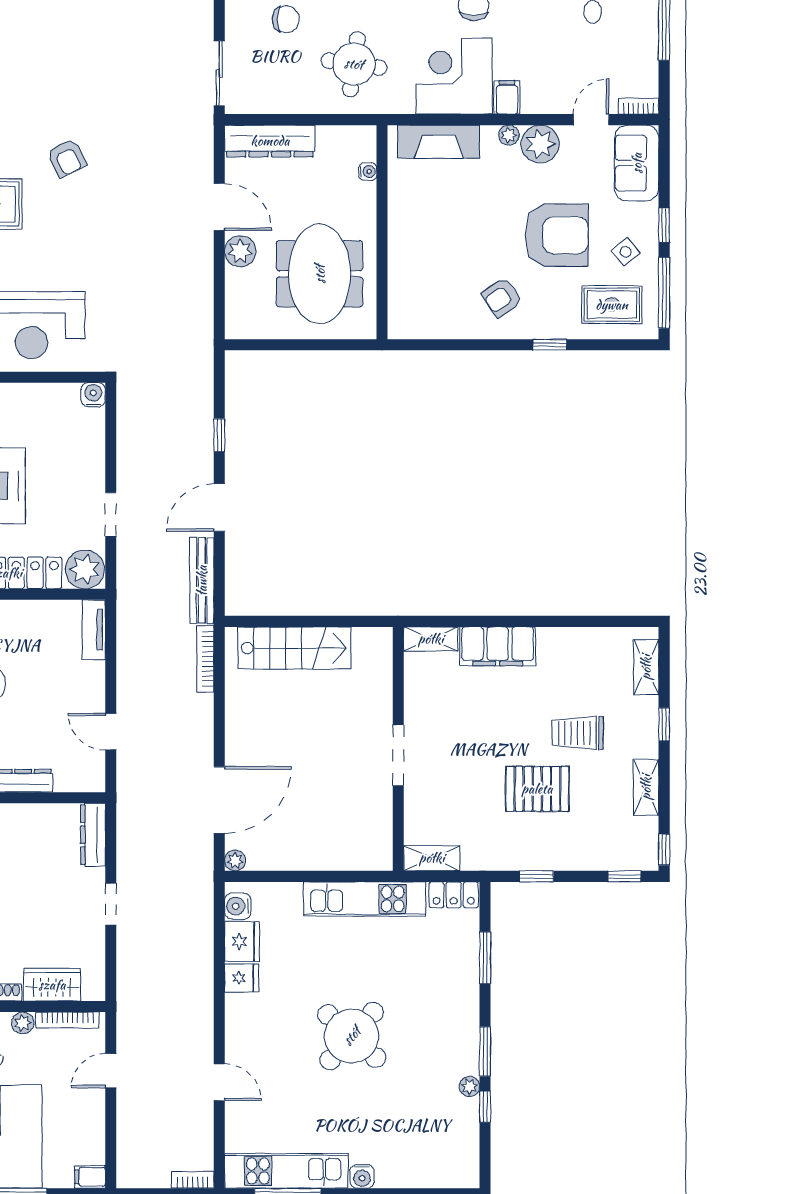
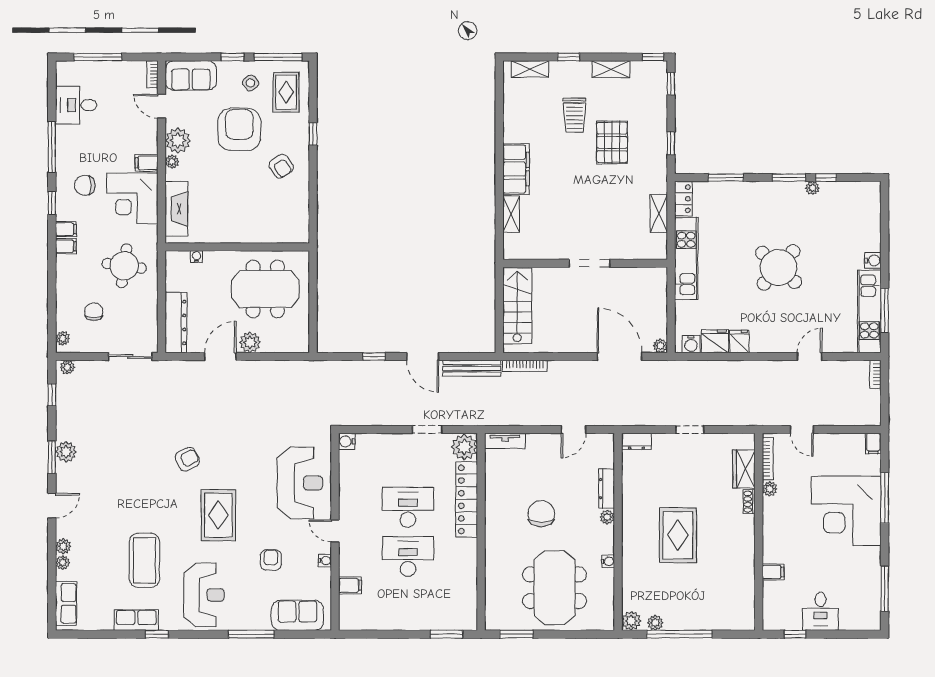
wall: (398, 749) -> (585, 263), moved
doorway: (398, 755) -> (589, 263), moved
dresser: (93, 835) -> (636, 442), width x0.70

